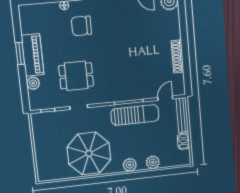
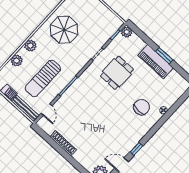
plant: (33, 83) -> (127, 32), moved
sun lounger: (135, 115) -> (43, 78), moved
parasol: (89, 153) -> (64, 30), width x0.73, depth x0.73

